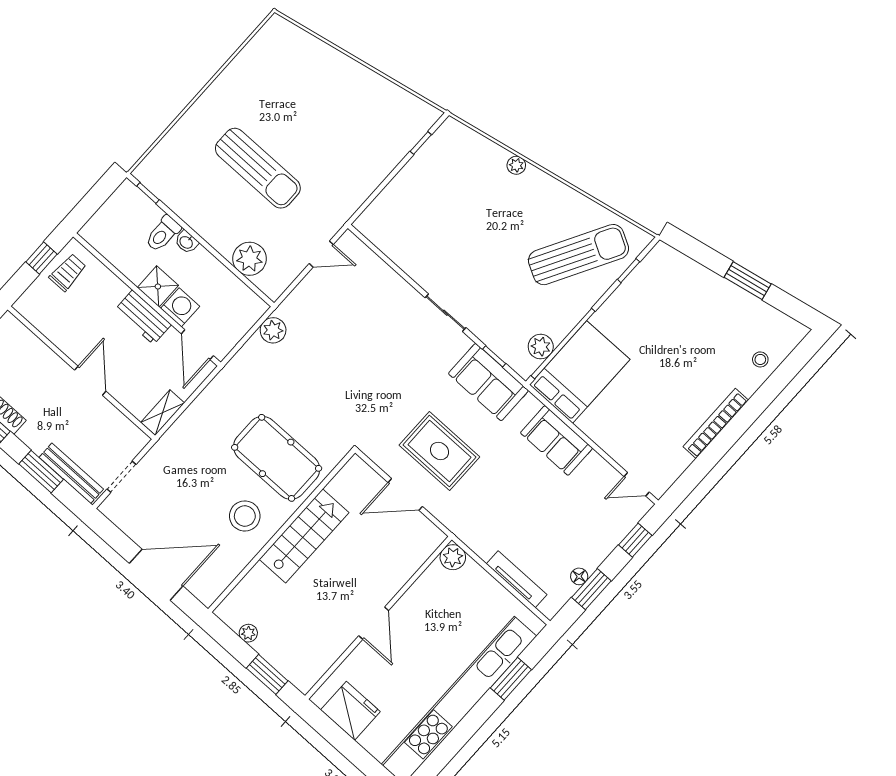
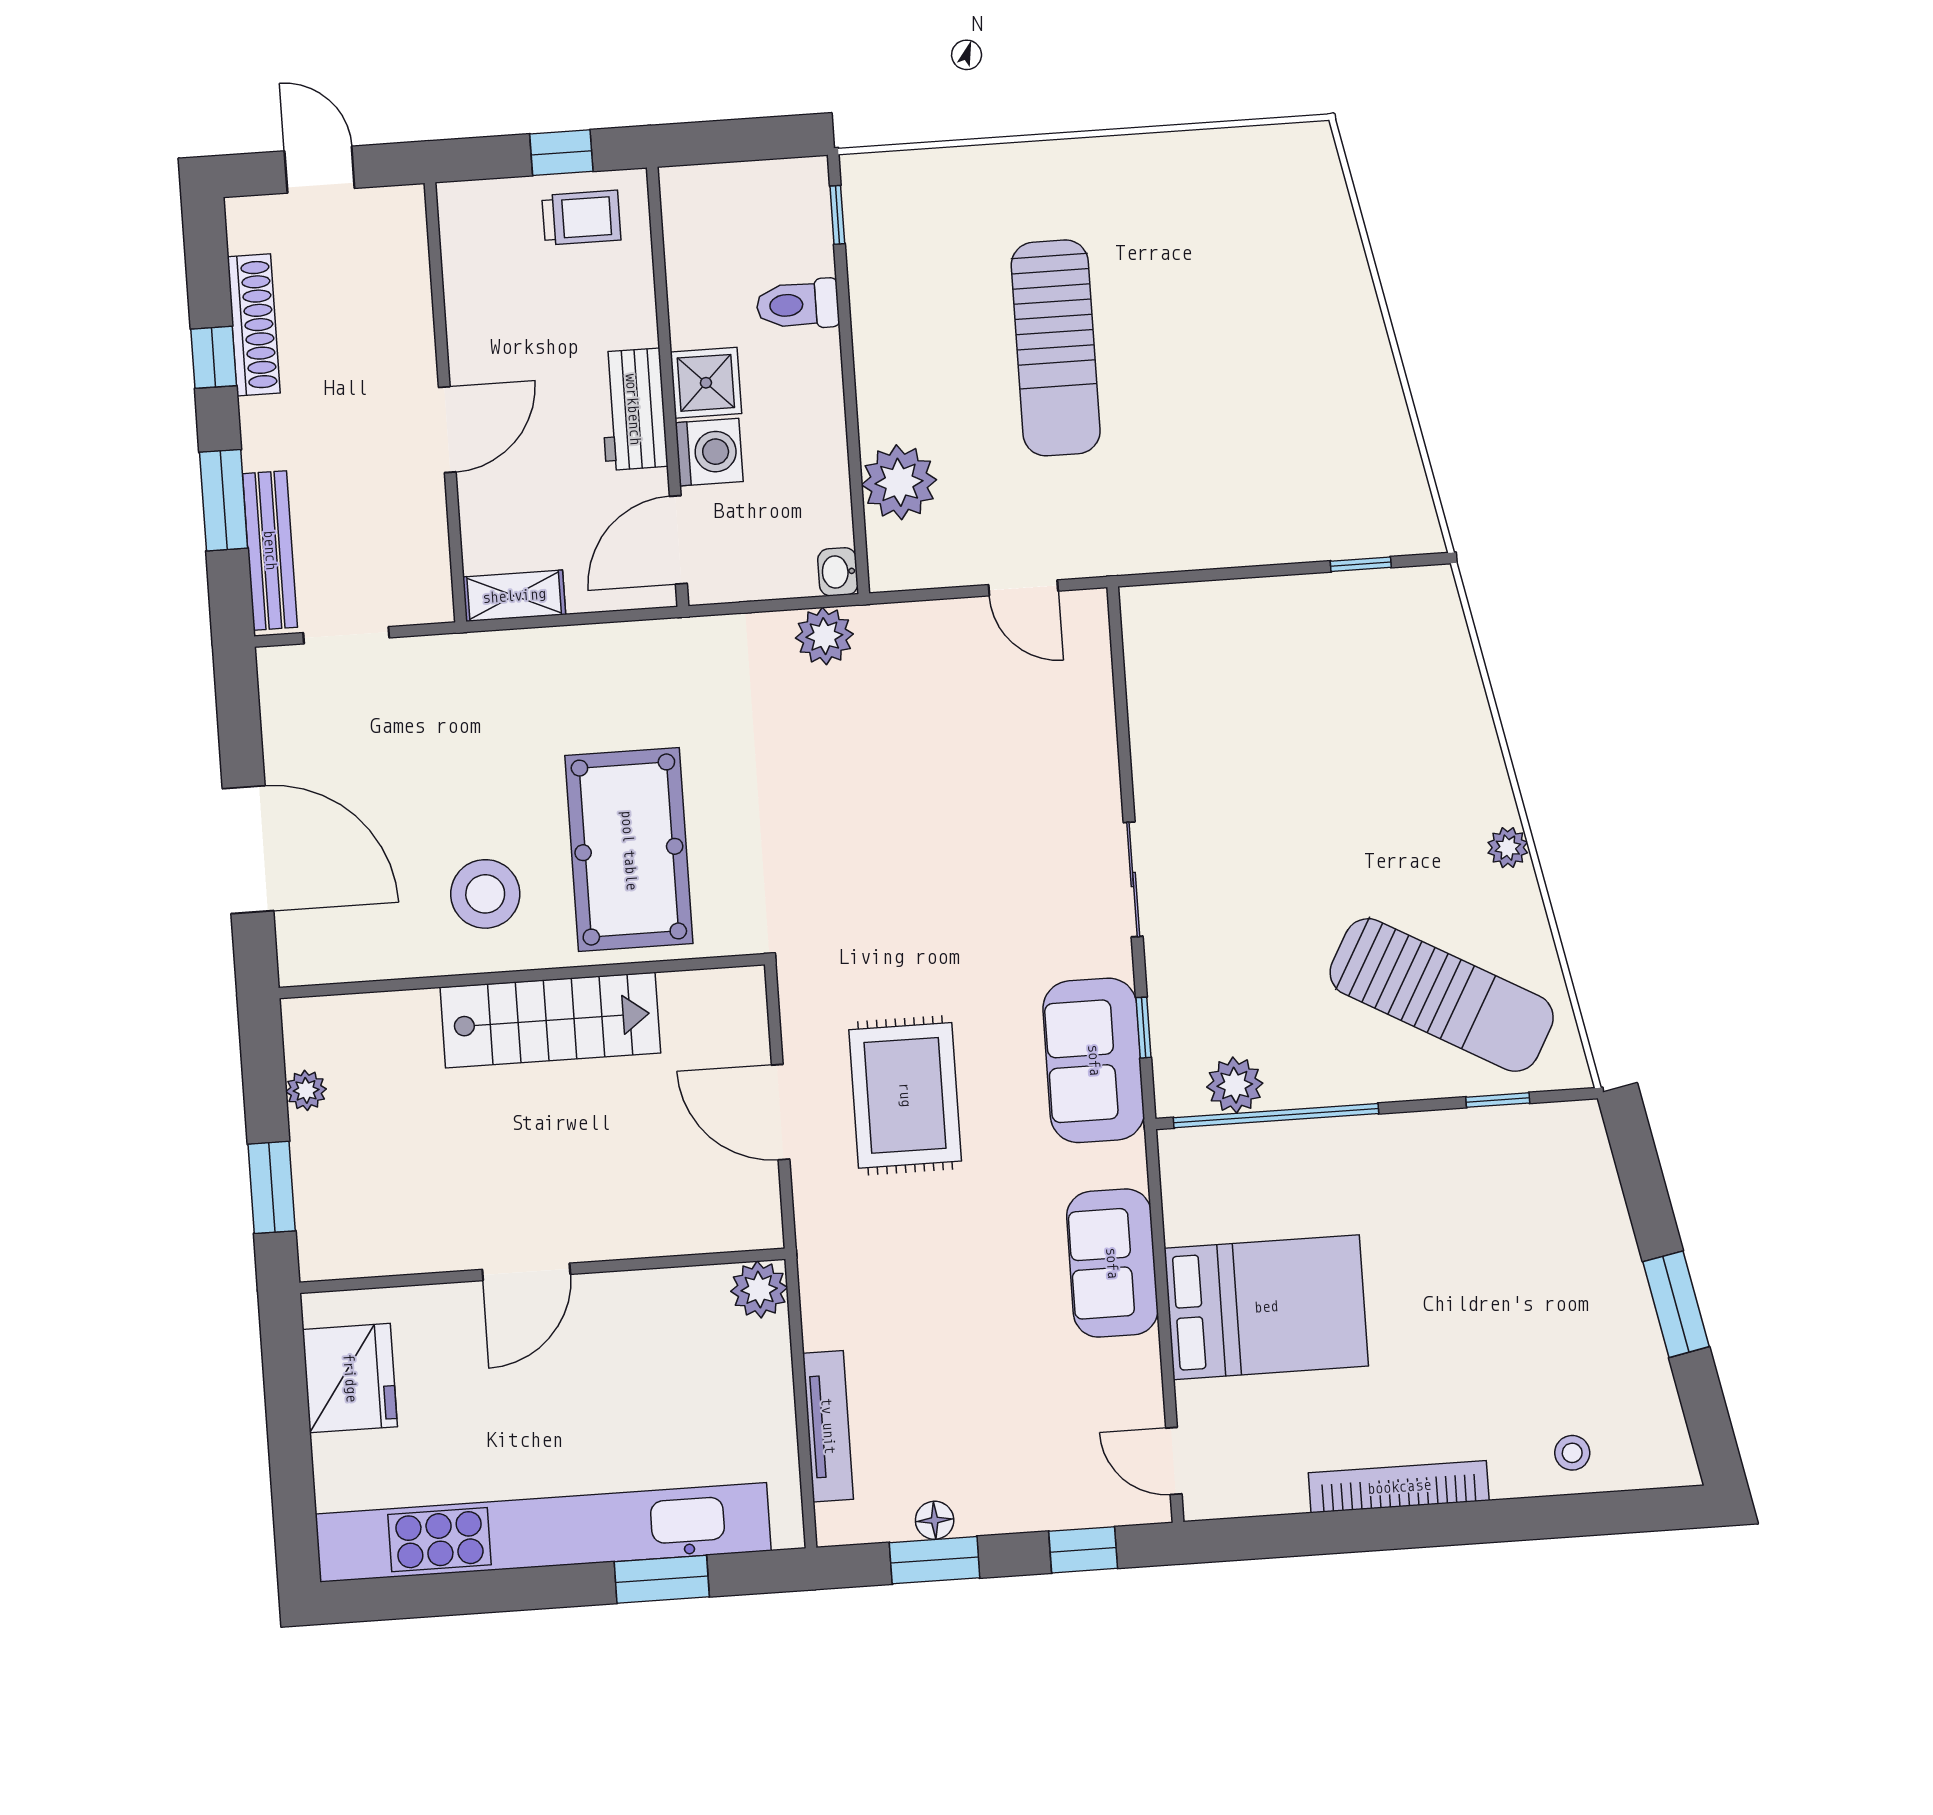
plant: (516, 165) -> (1508, 848), moved
washbasin: (186, 242) -> (838, 572), moved
bed: (580, 372) -> (1266, 1307), moved

